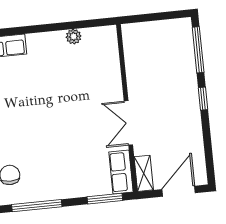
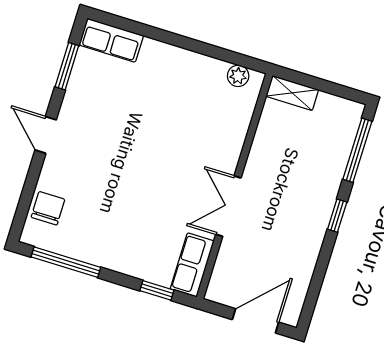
plant: (74, 37) -> (238, 76), moved
shelving: (144, 173) -> (292, 93), moved, turned 90
window: (105, 199) -> (157, 290), width x0.67

